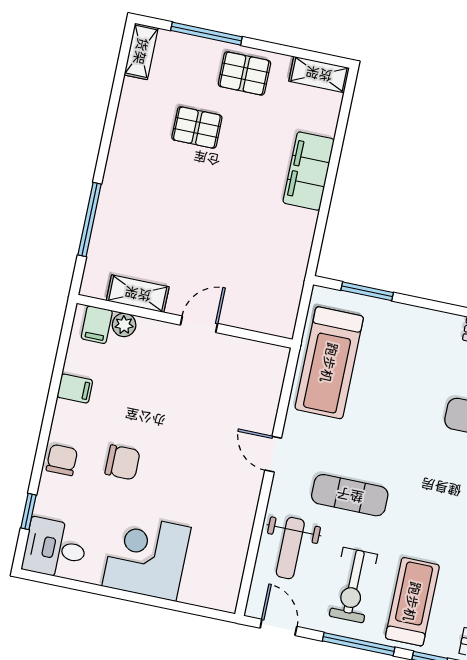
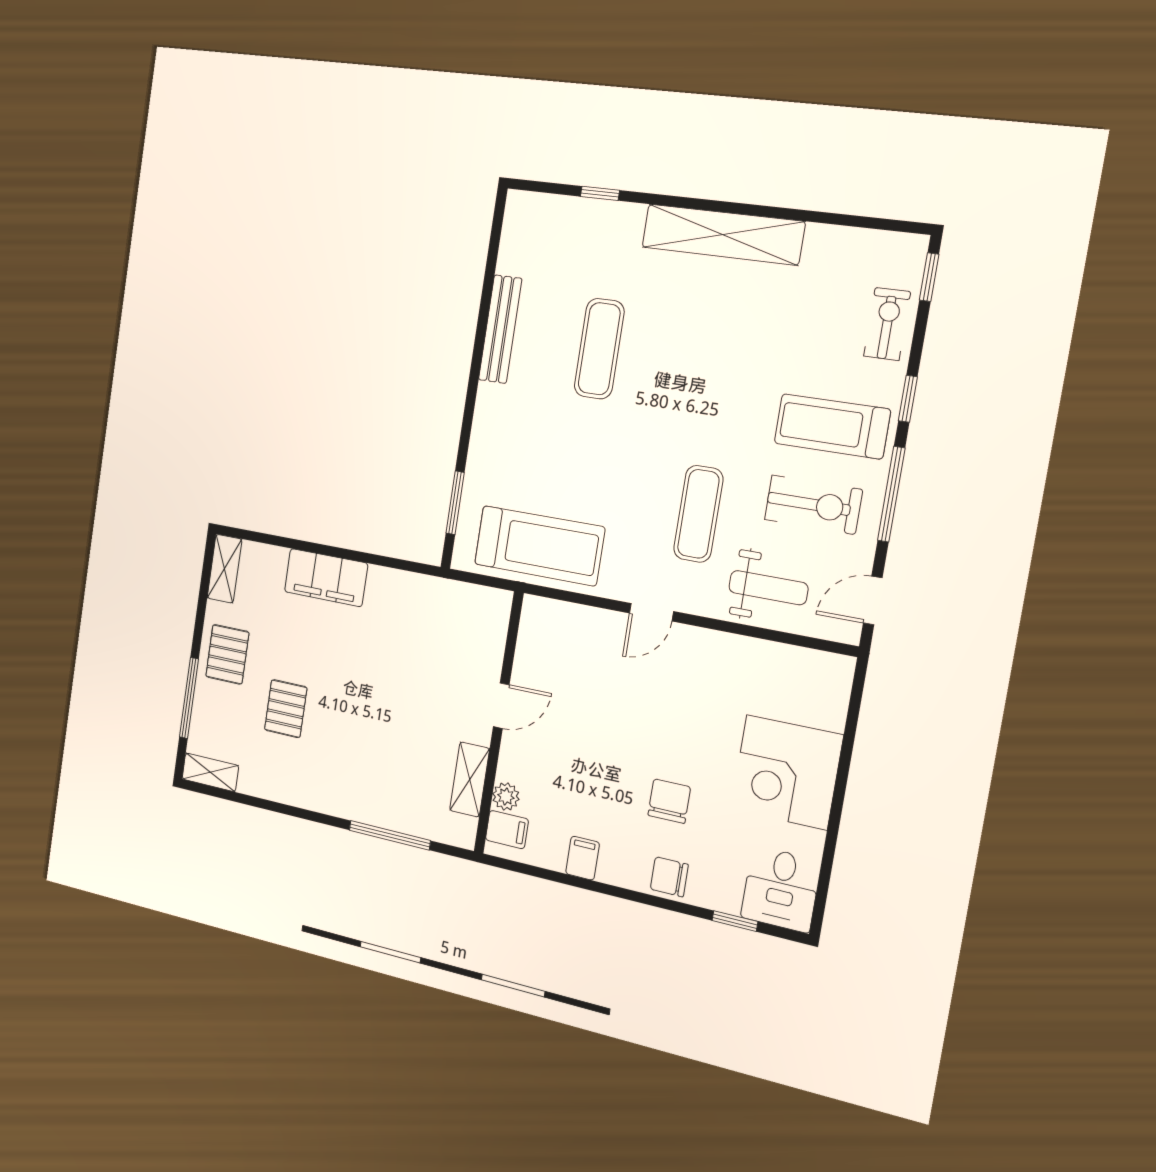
door: (199, 324) -> (501, 706), swing flipped

